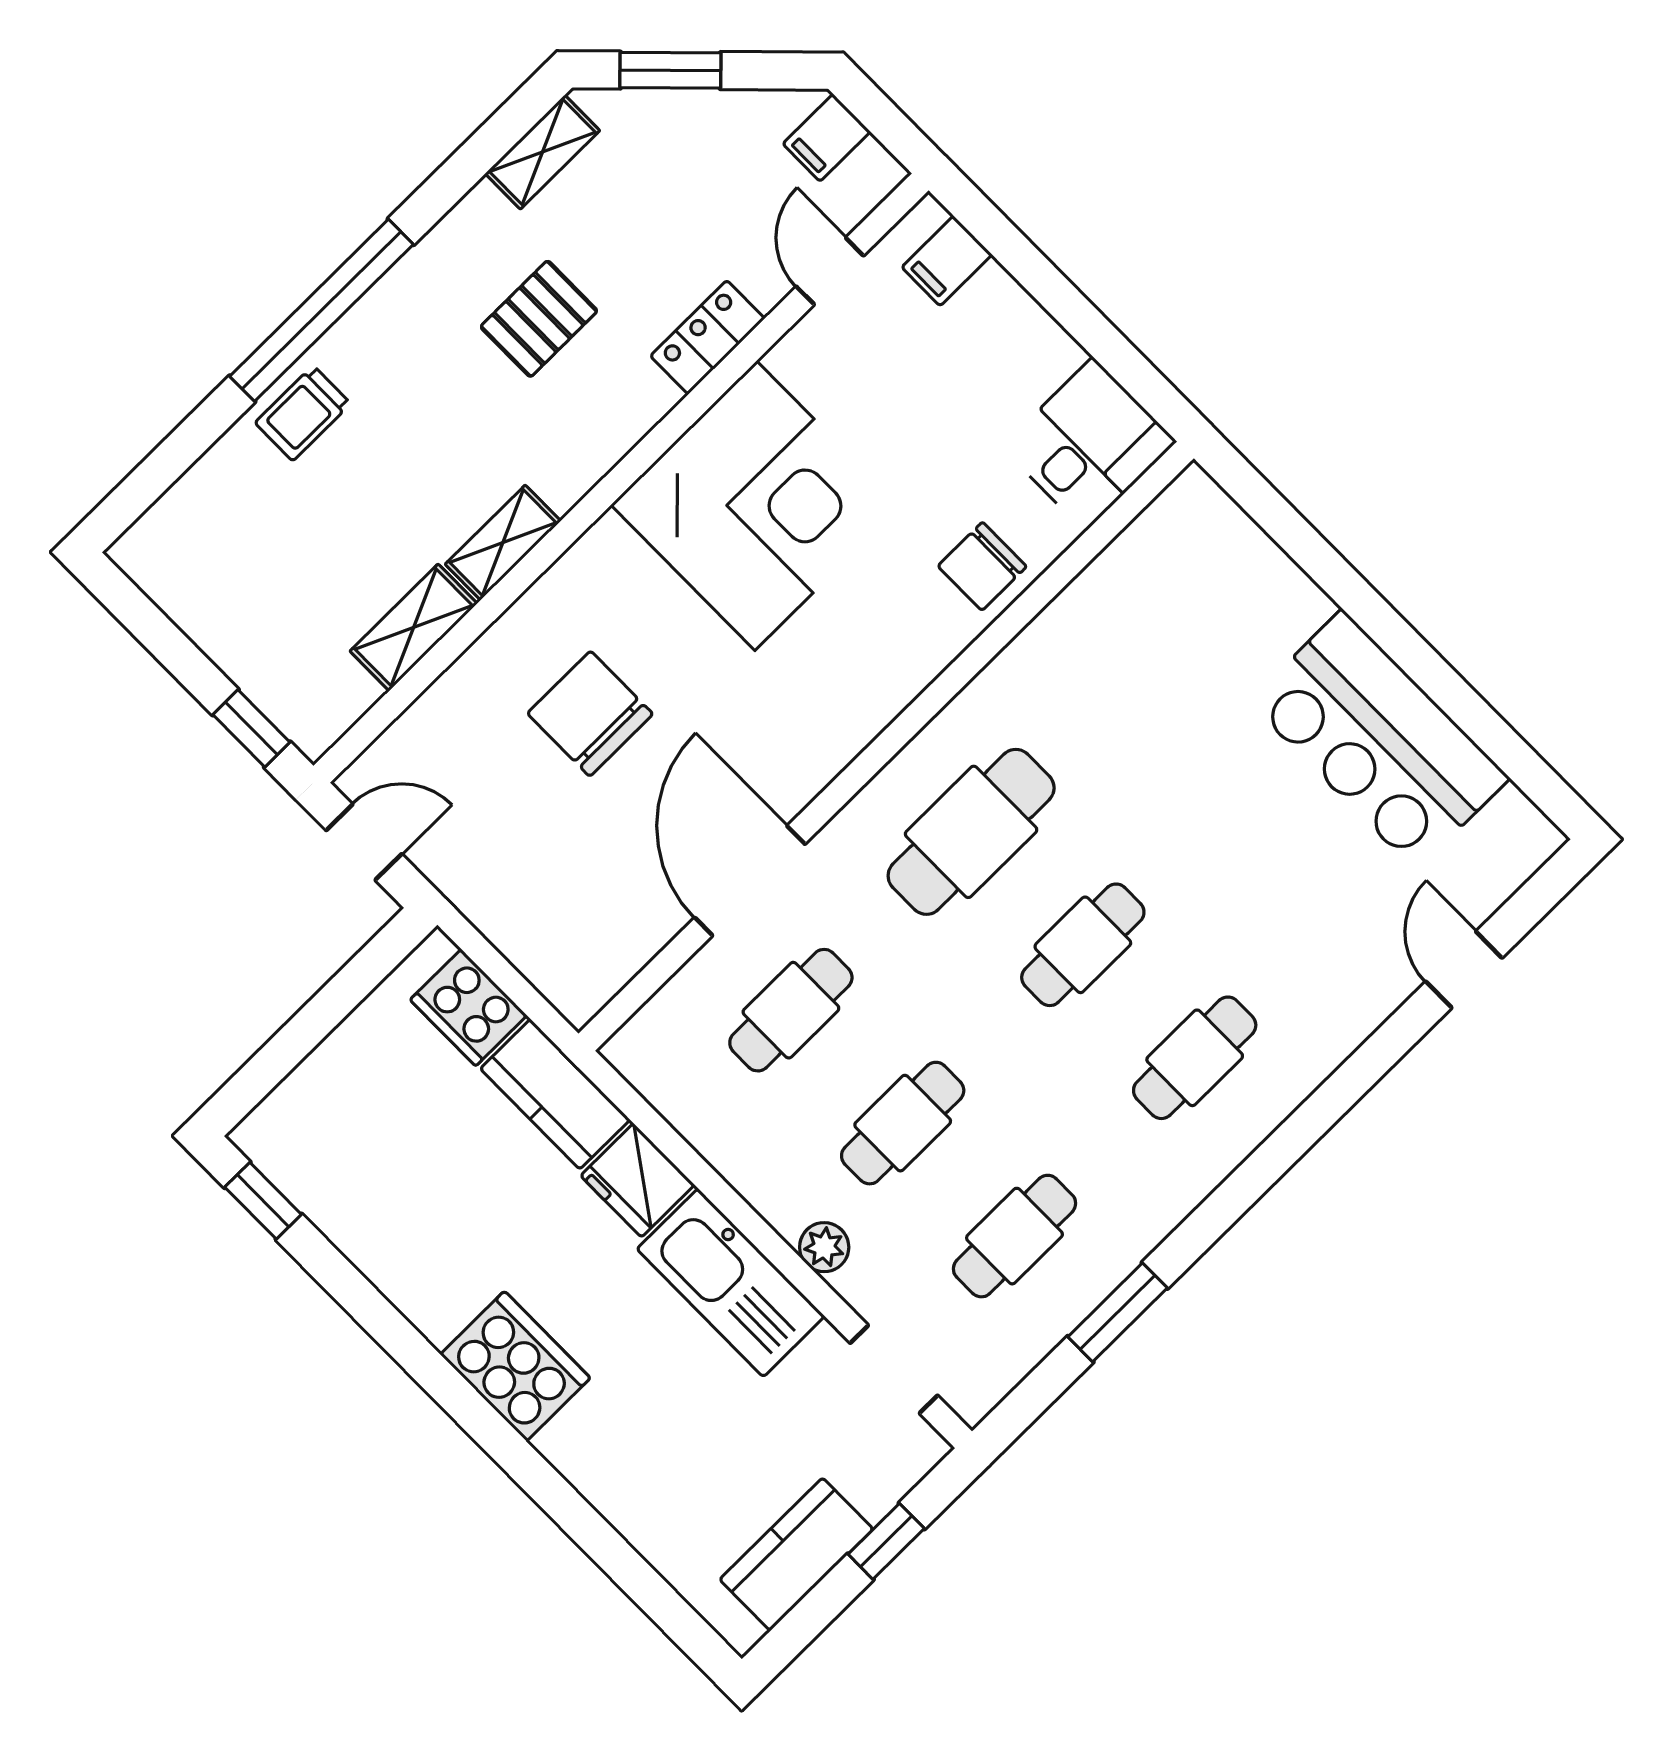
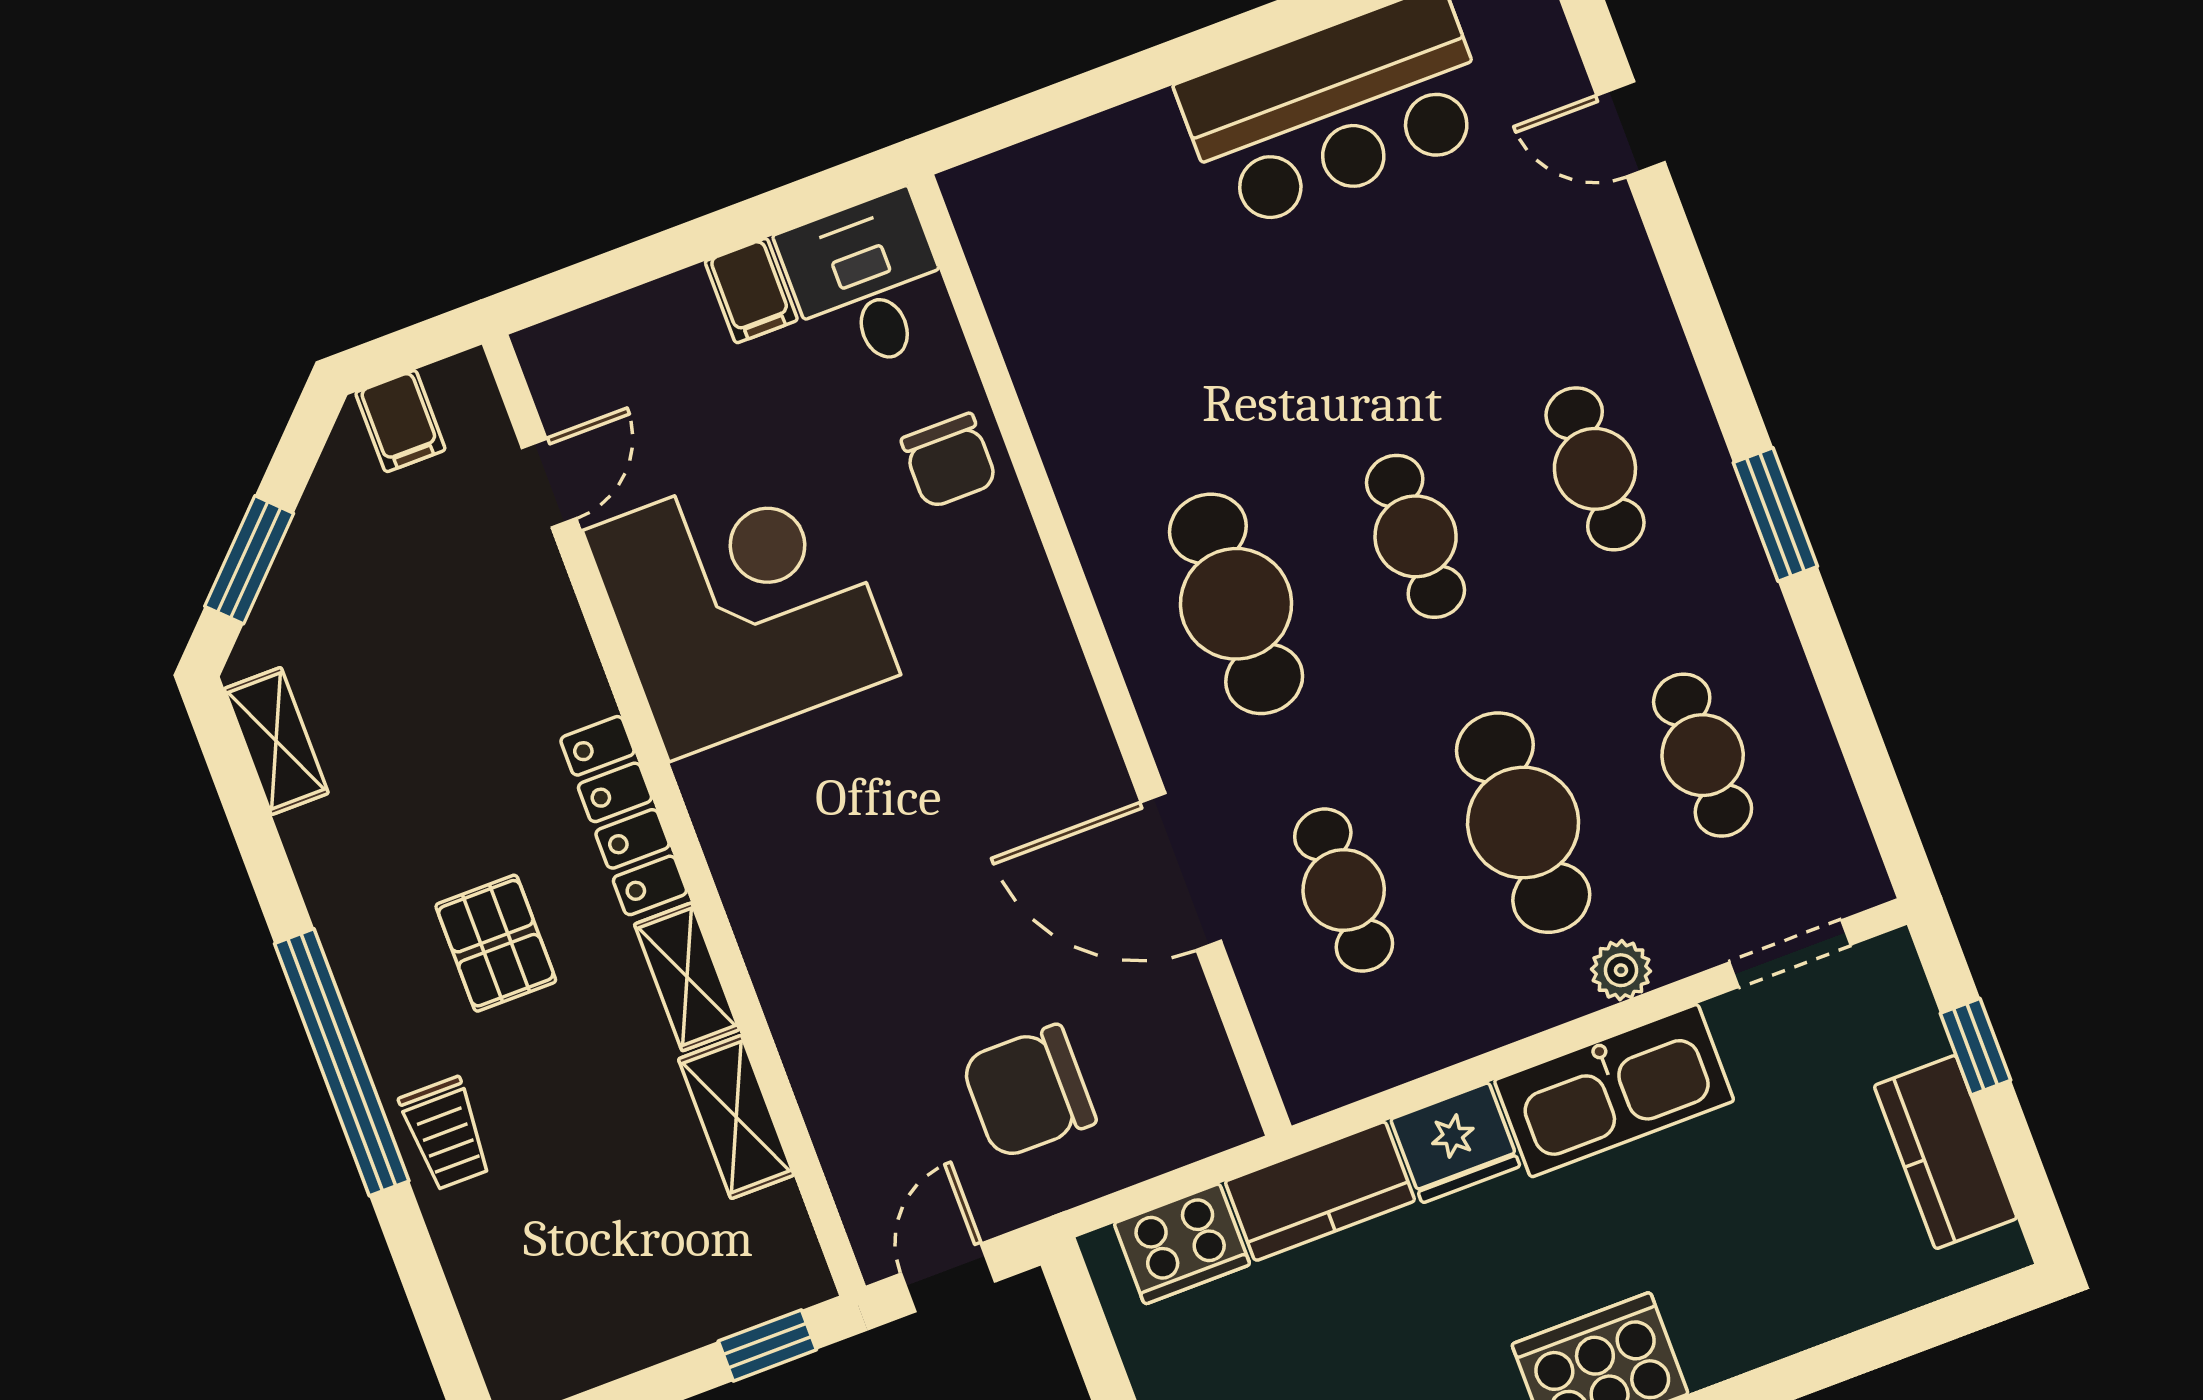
filing cabinet: (947, 261) -> (751, 291), moved
door: (830, 271) -> (549, 483), swing flipped
pallet: (539, 319) -> (496, 943), moved
locker: (708, 337) -> (624, 816), moved, width x1.53
corner desk: (756, 506) -> (741, 603), moved
chair: (590, 714) -> (1029, 1092), moved
cafe table: (903, 1123) -> (1523, 823), width x1.37, depth x1.35
window: (1118, 1312) -> (1775, 515), moved

